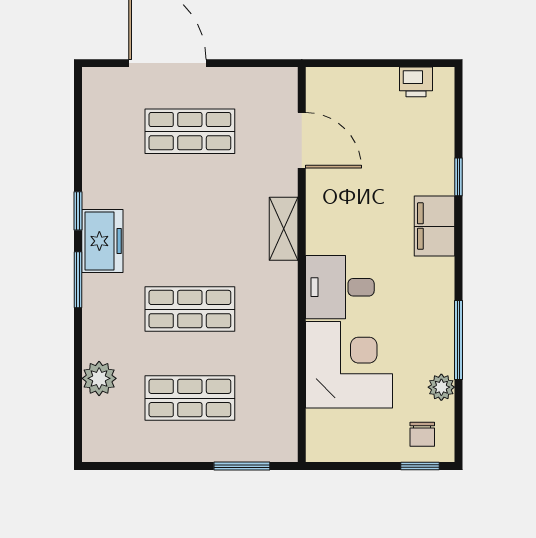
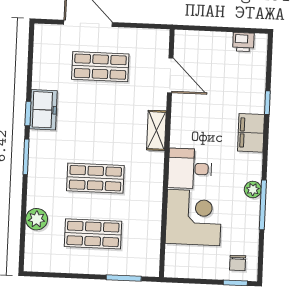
freezer: (102, 241) -> (43, 110), moved
plant: (441, 387) -> (253, 189), moved

